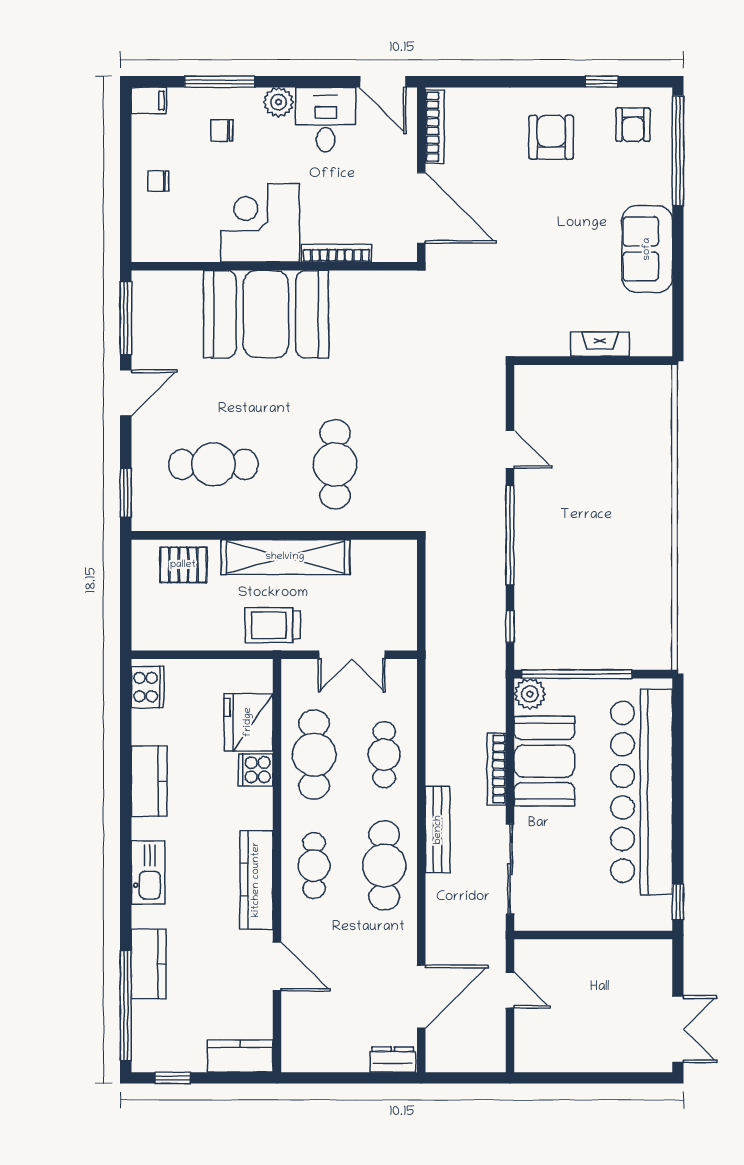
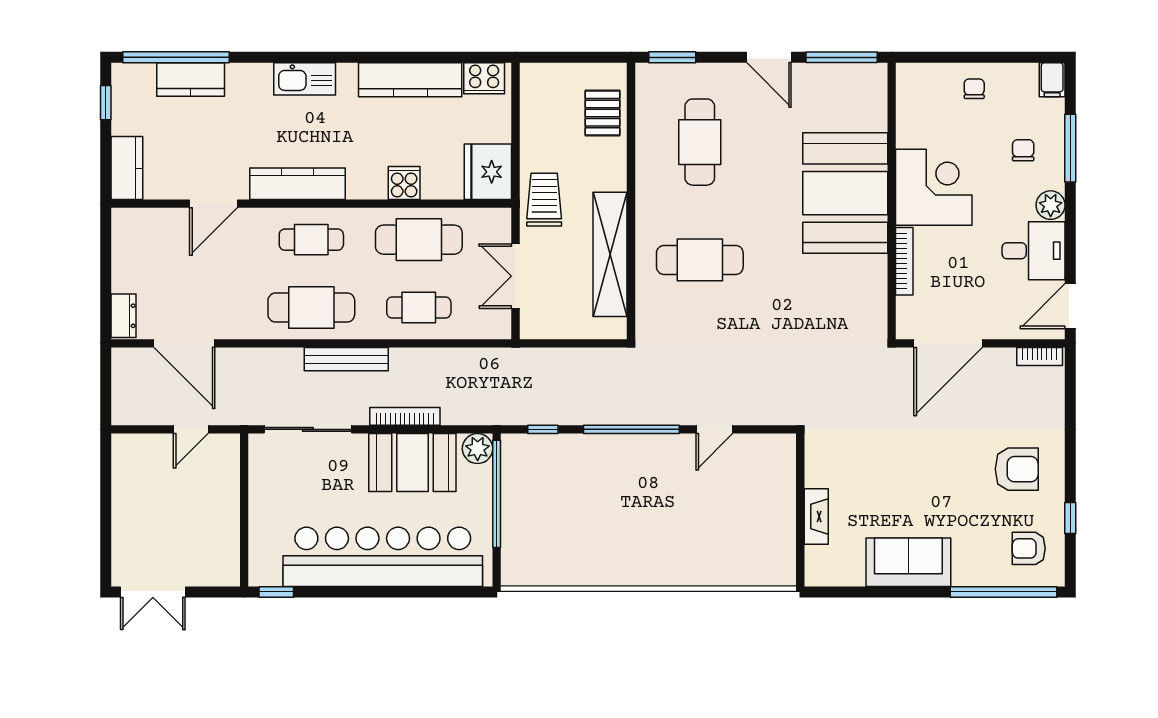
bookcase: (435, 127) -> (1040, 357), width x0.64
shelving: (285, 557) -> (610, 254), moved
fridge: (248, 722) -> (488, 172), moved, turned -90
kitchen counter: (149, 781) -> (410, 80), width x1.50
kitchen counter: (149, 964) -> (191, 80), moved

